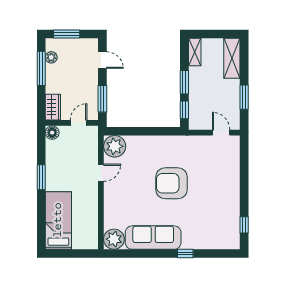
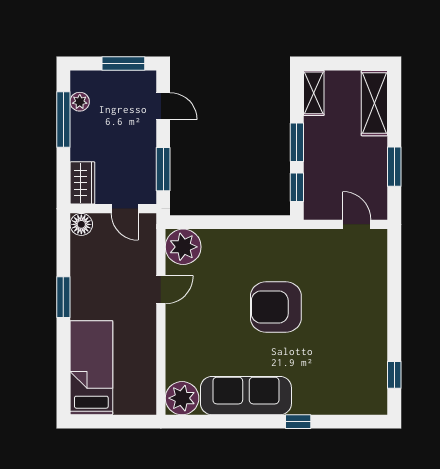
window: (67, 34) -> (123, 64), moved
door: (79, 123) -> (125, 209), swing flipped

